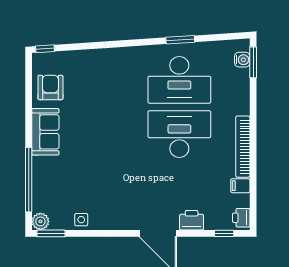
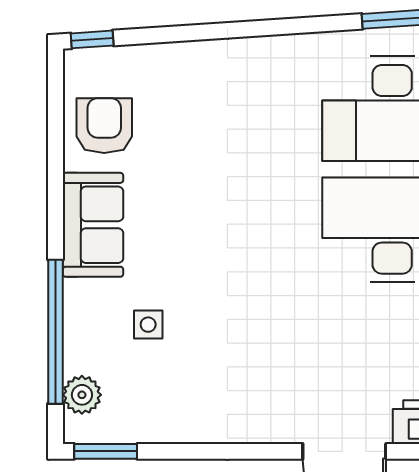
side table: (81, 220) -> (148, 325), moved
plant: (40, 221) -> (82, 395), moved

